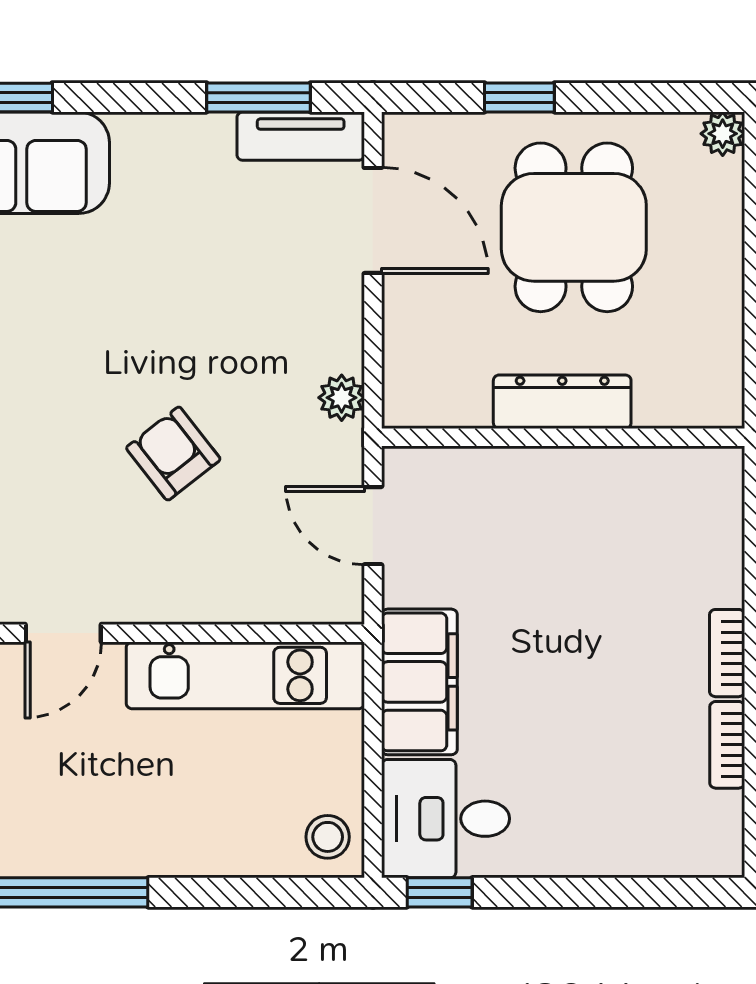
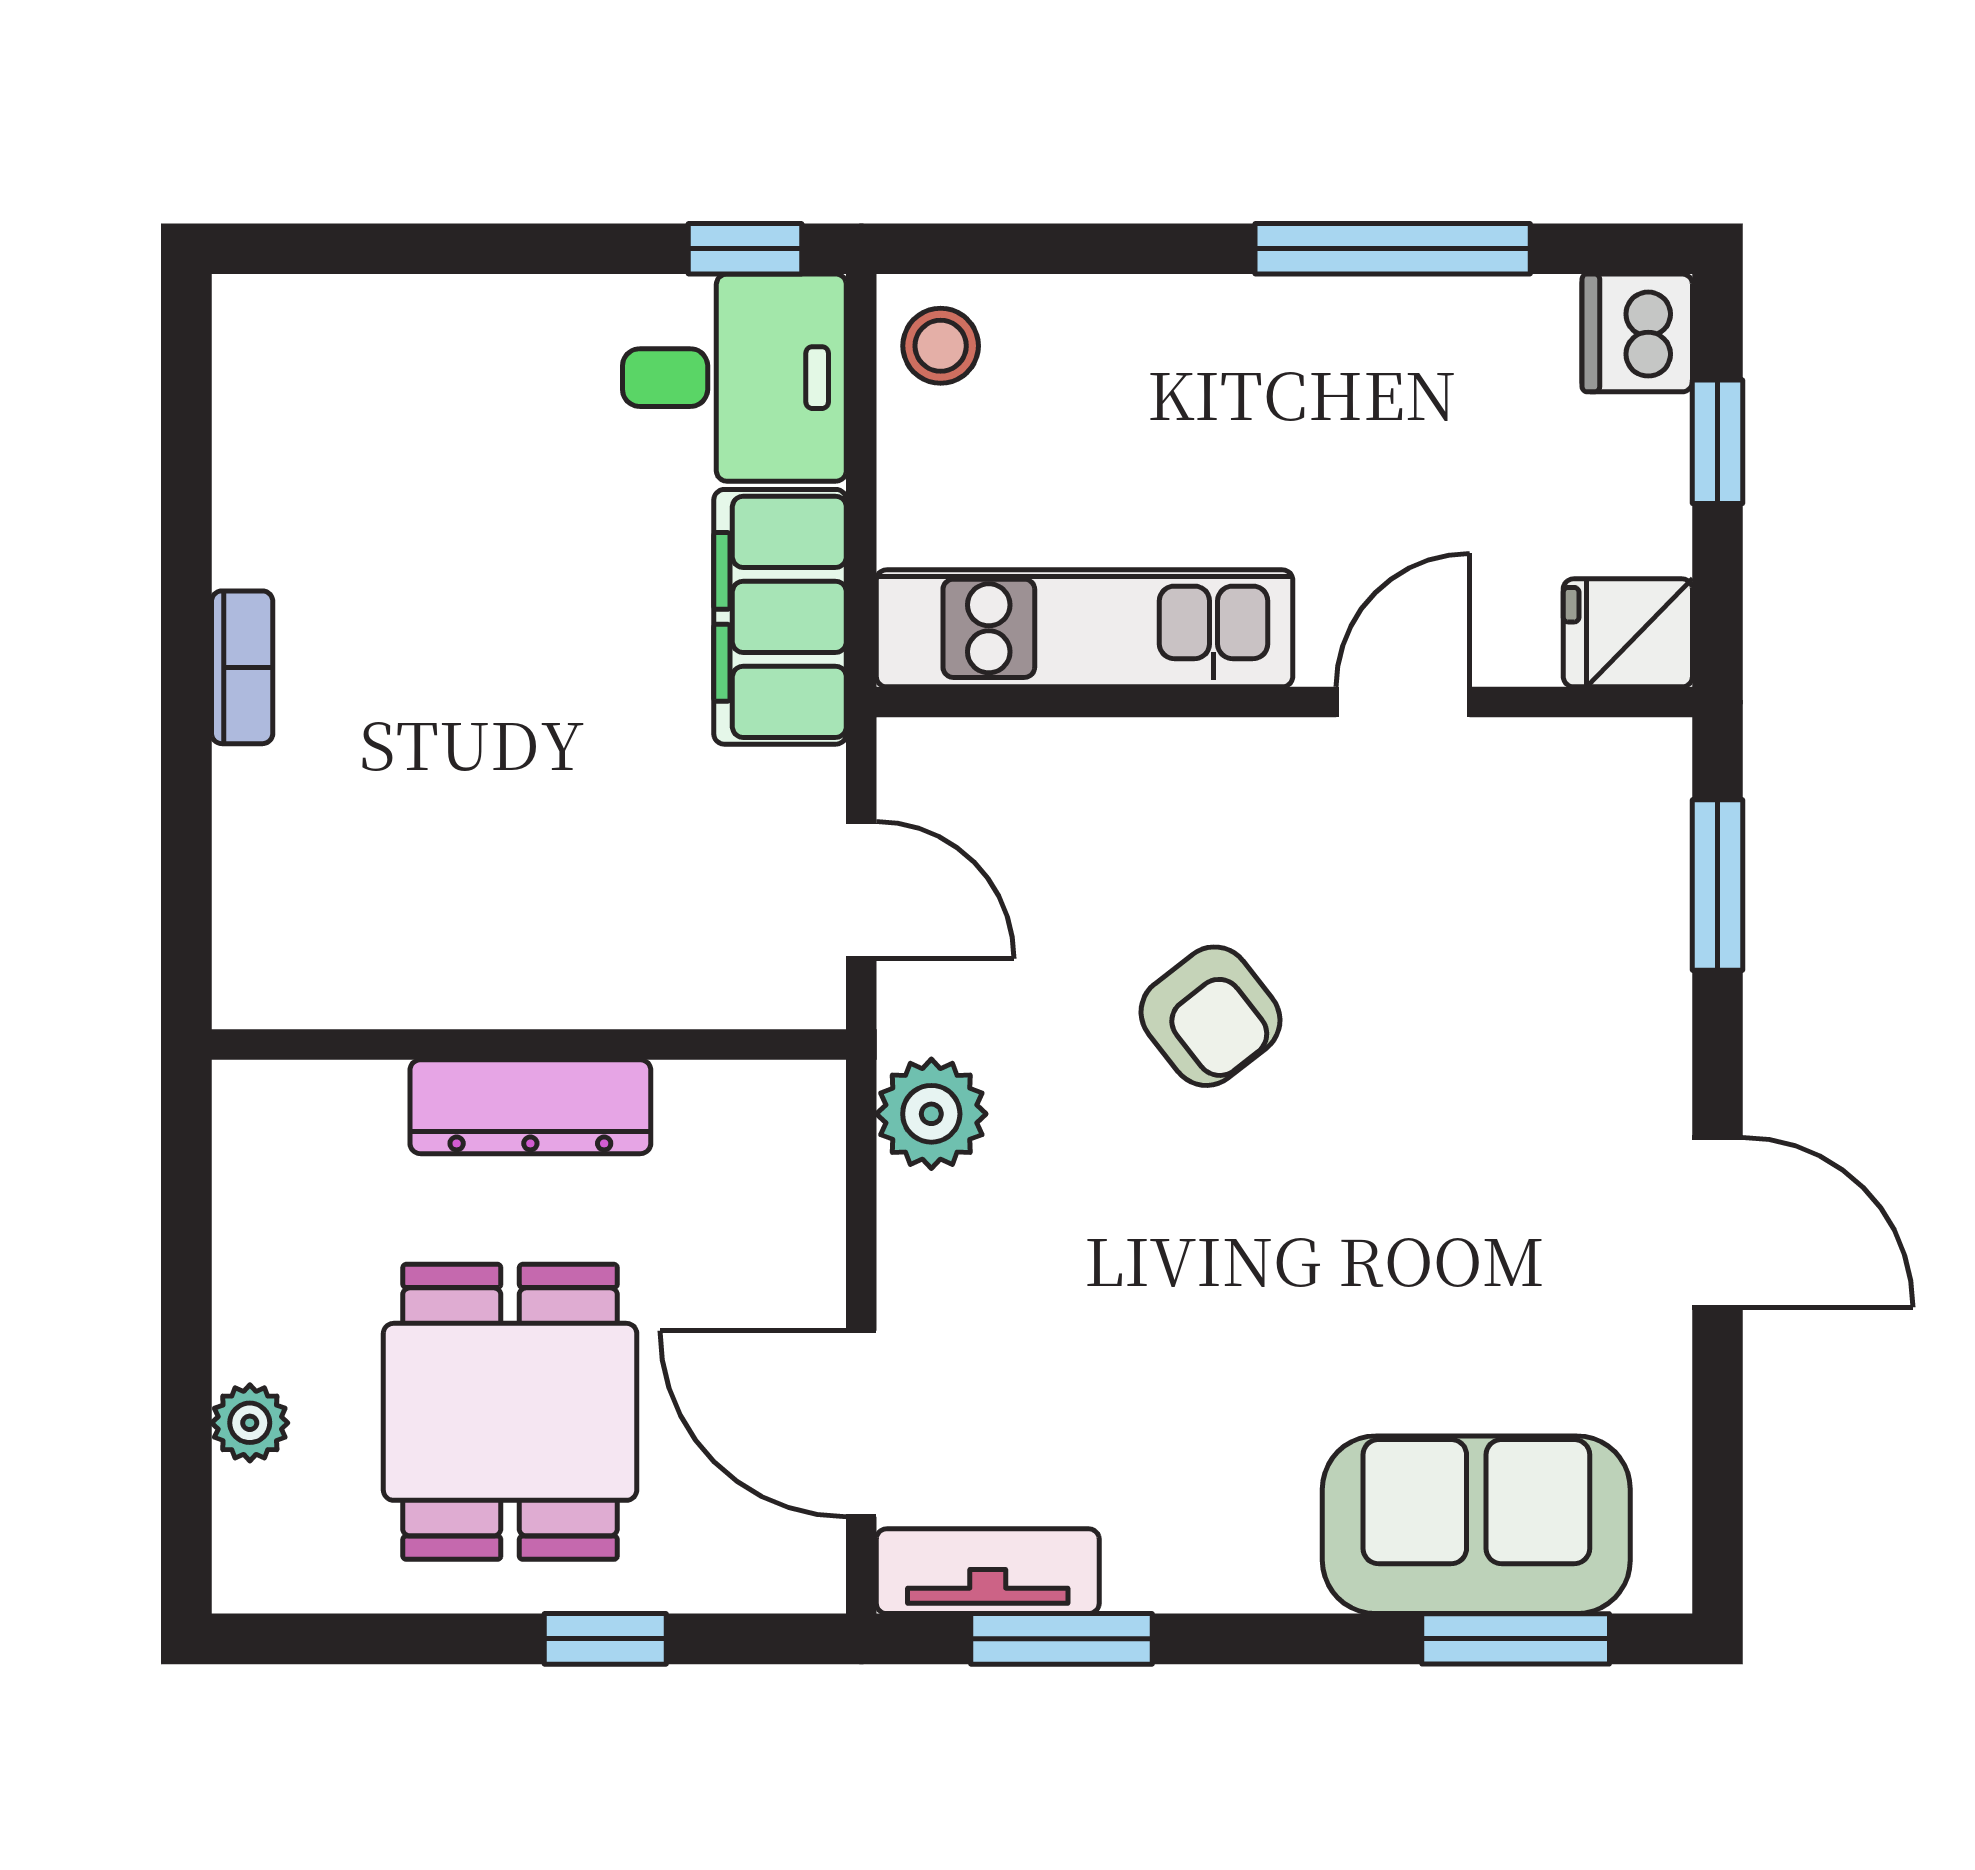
plant: (723, 134) -> (250, 1423), moved
plant: (342, 398) -> (931, 1114), width x1.38, depth x1.38
bookcase: (727, 745) -> (242, 507), removed

